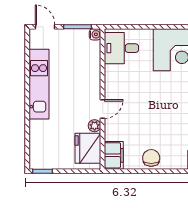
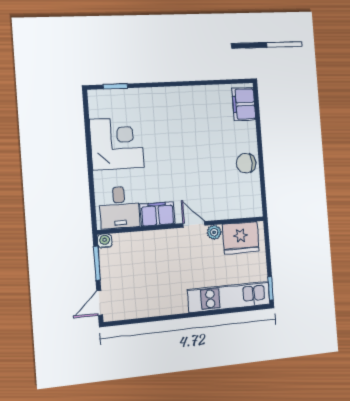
kitchen unit: (39, 84) -> (229, 297), moved
filing cabinet: (114, 155) -> (157, 214), moved

